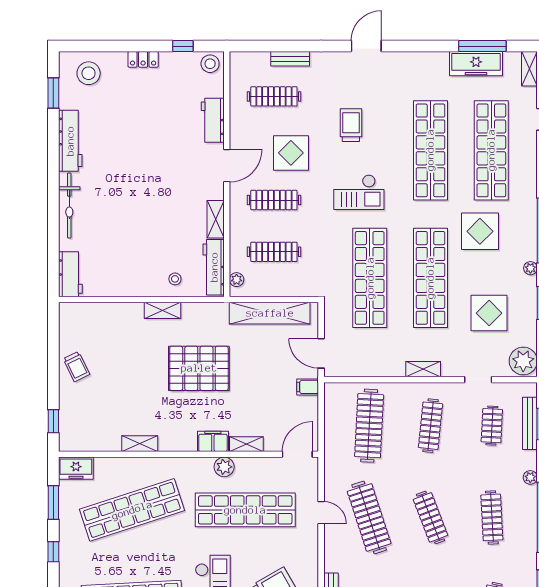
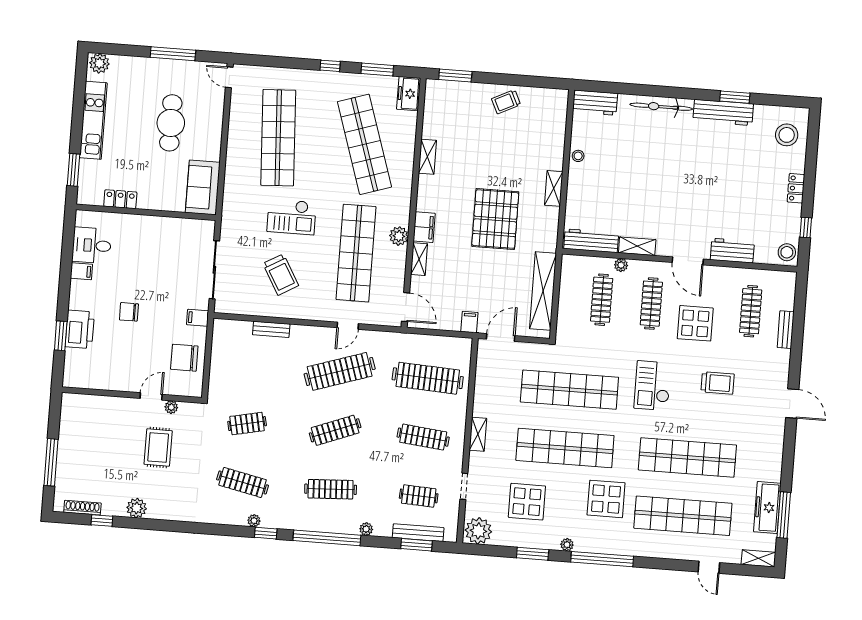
window: (53, 93) -> (735, 97), moved
stool: (175, 279) -> (578, 156), moved
plant: (237, 280) -> (621, 265), moved
window: (53, 421) -> (455, 75), width x1.50

